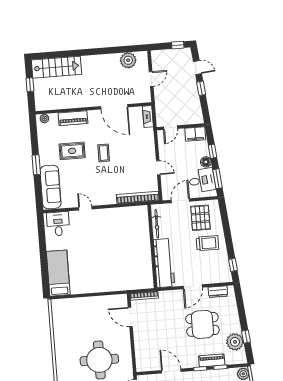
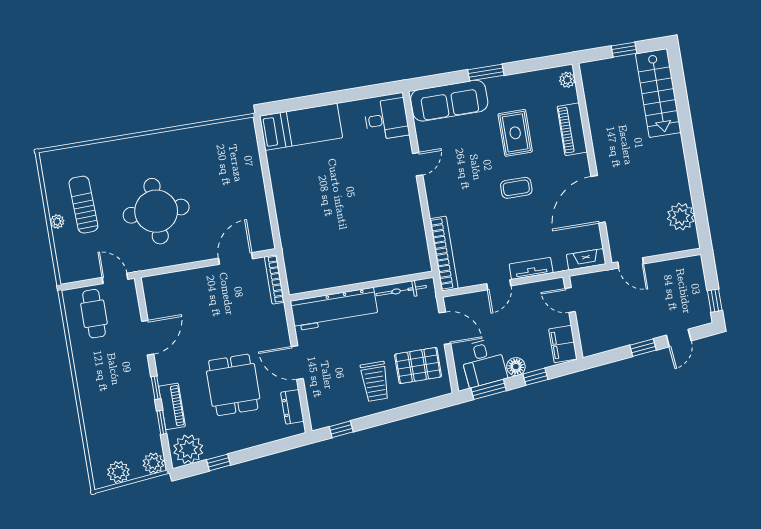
door: (151, 79) -> (631, 263), moved
tv unit: (150, 148) -> (531, 268), added
plant: (235, 342) -> (188, 449), moved

